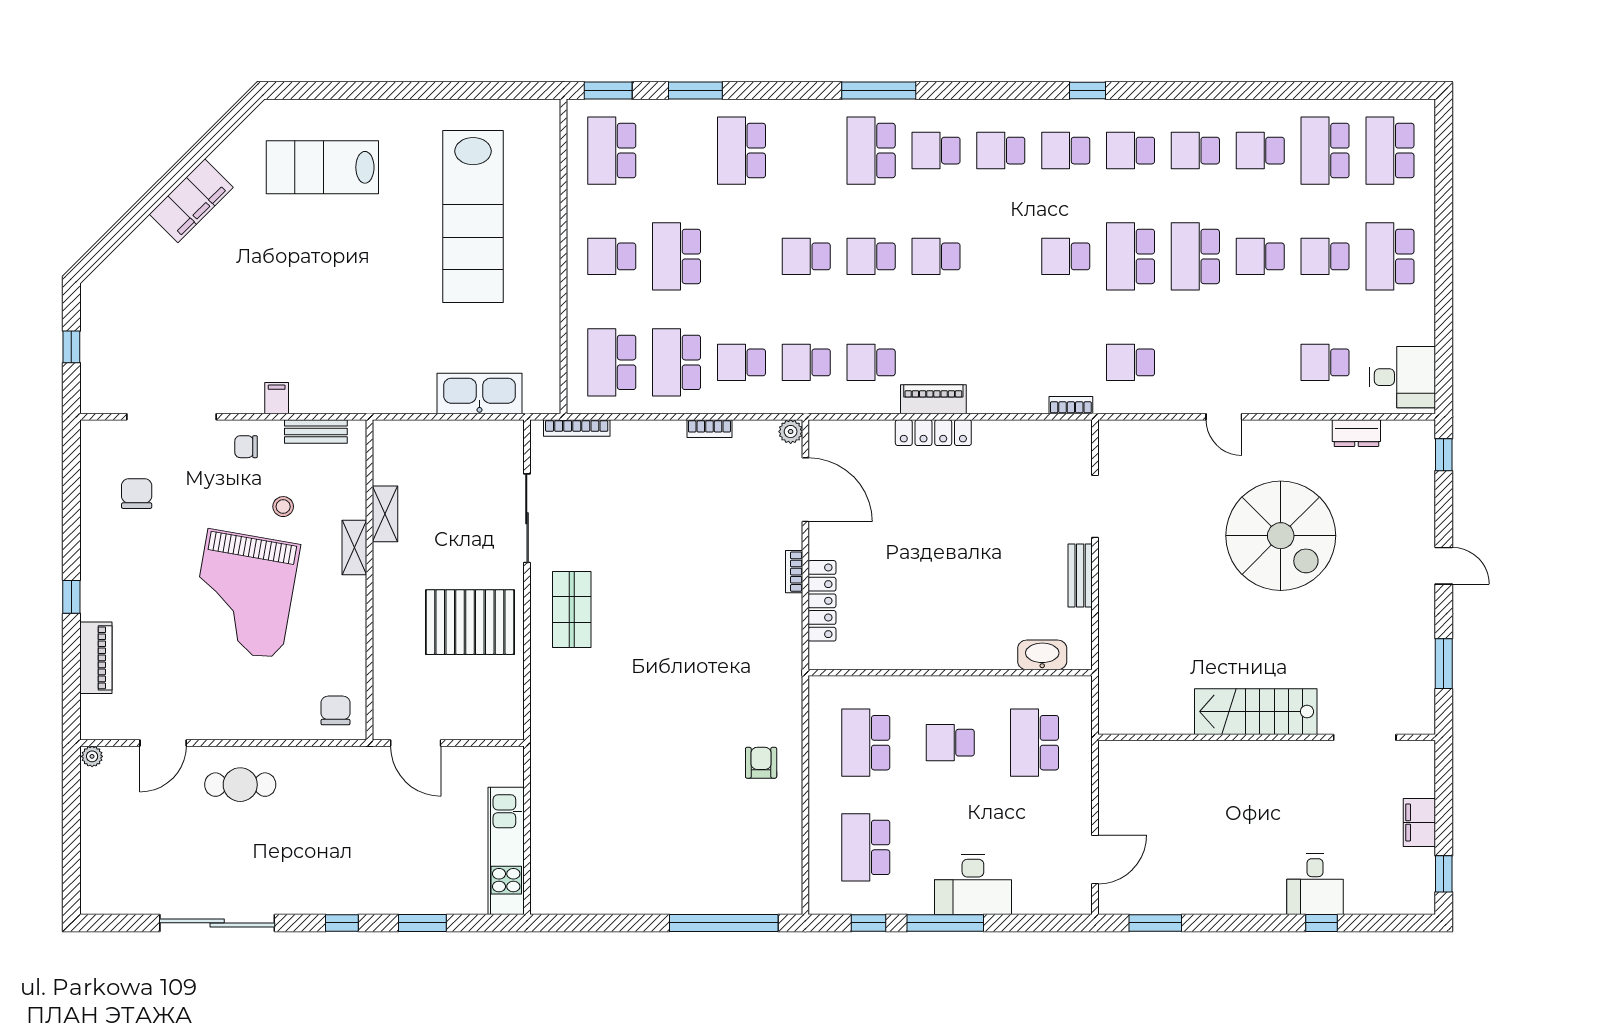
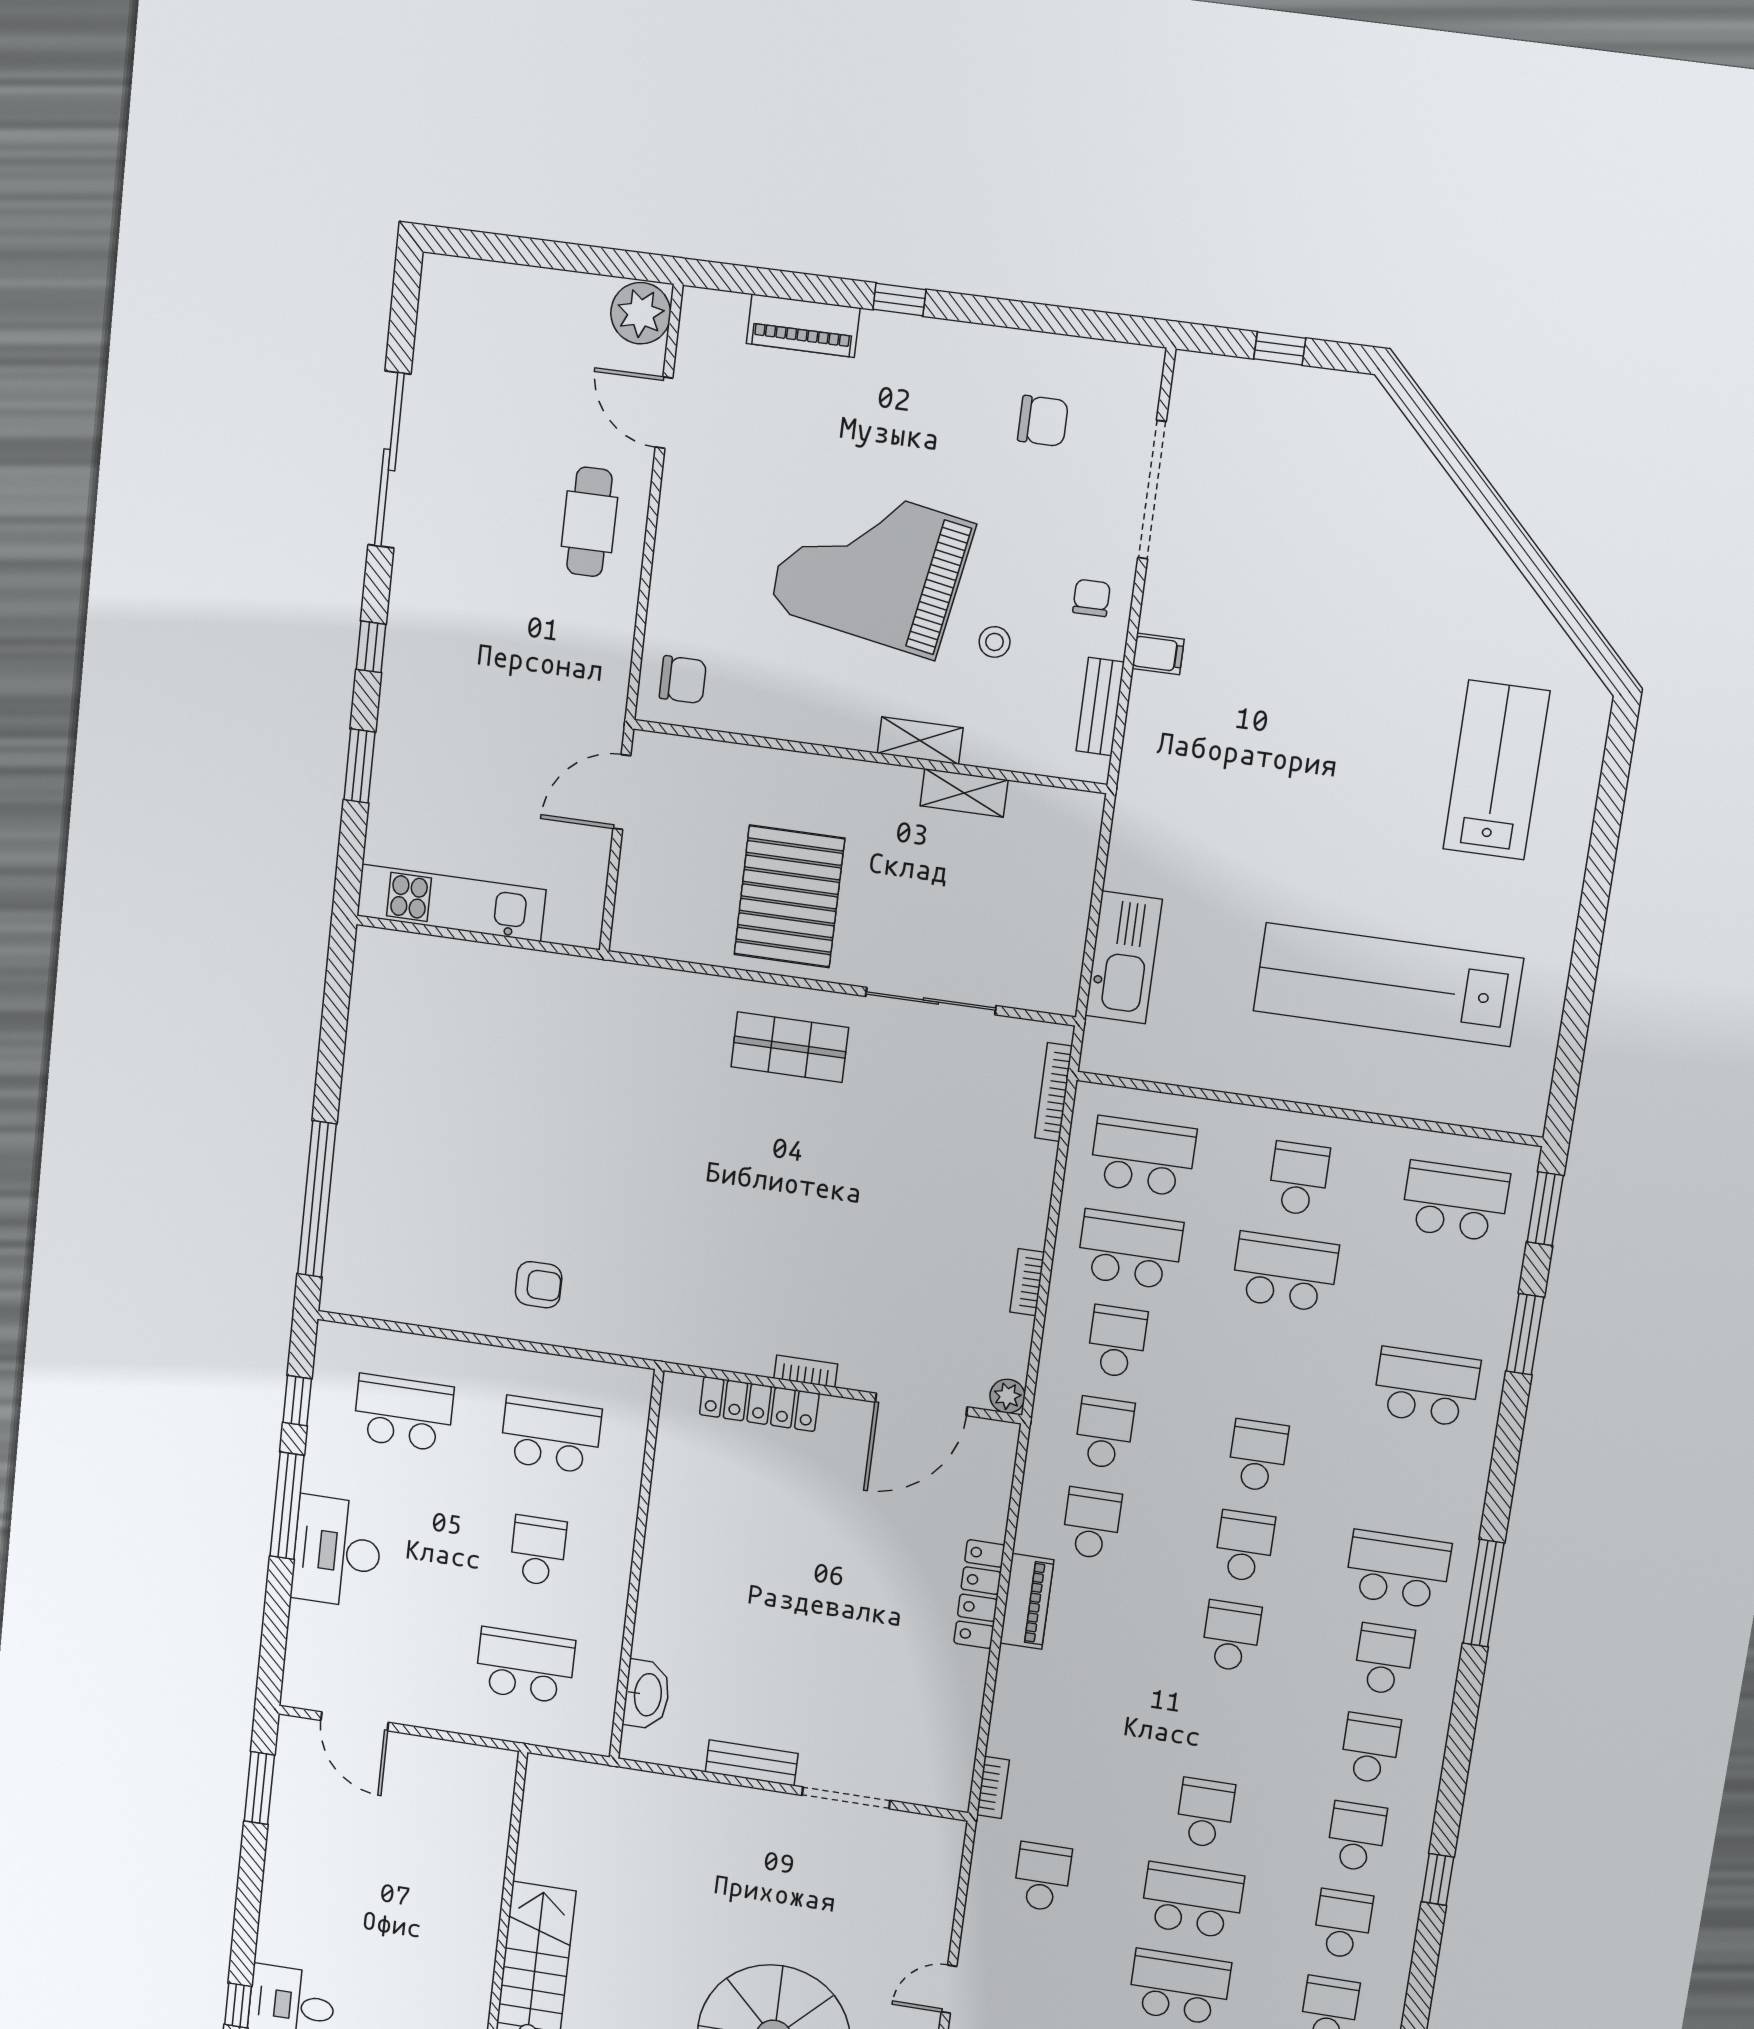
filing cabinet: (191, 201) -> (1476, 564), removed
plant: (92, 756) -> (641, 313), width x1.88, depth x1.88

